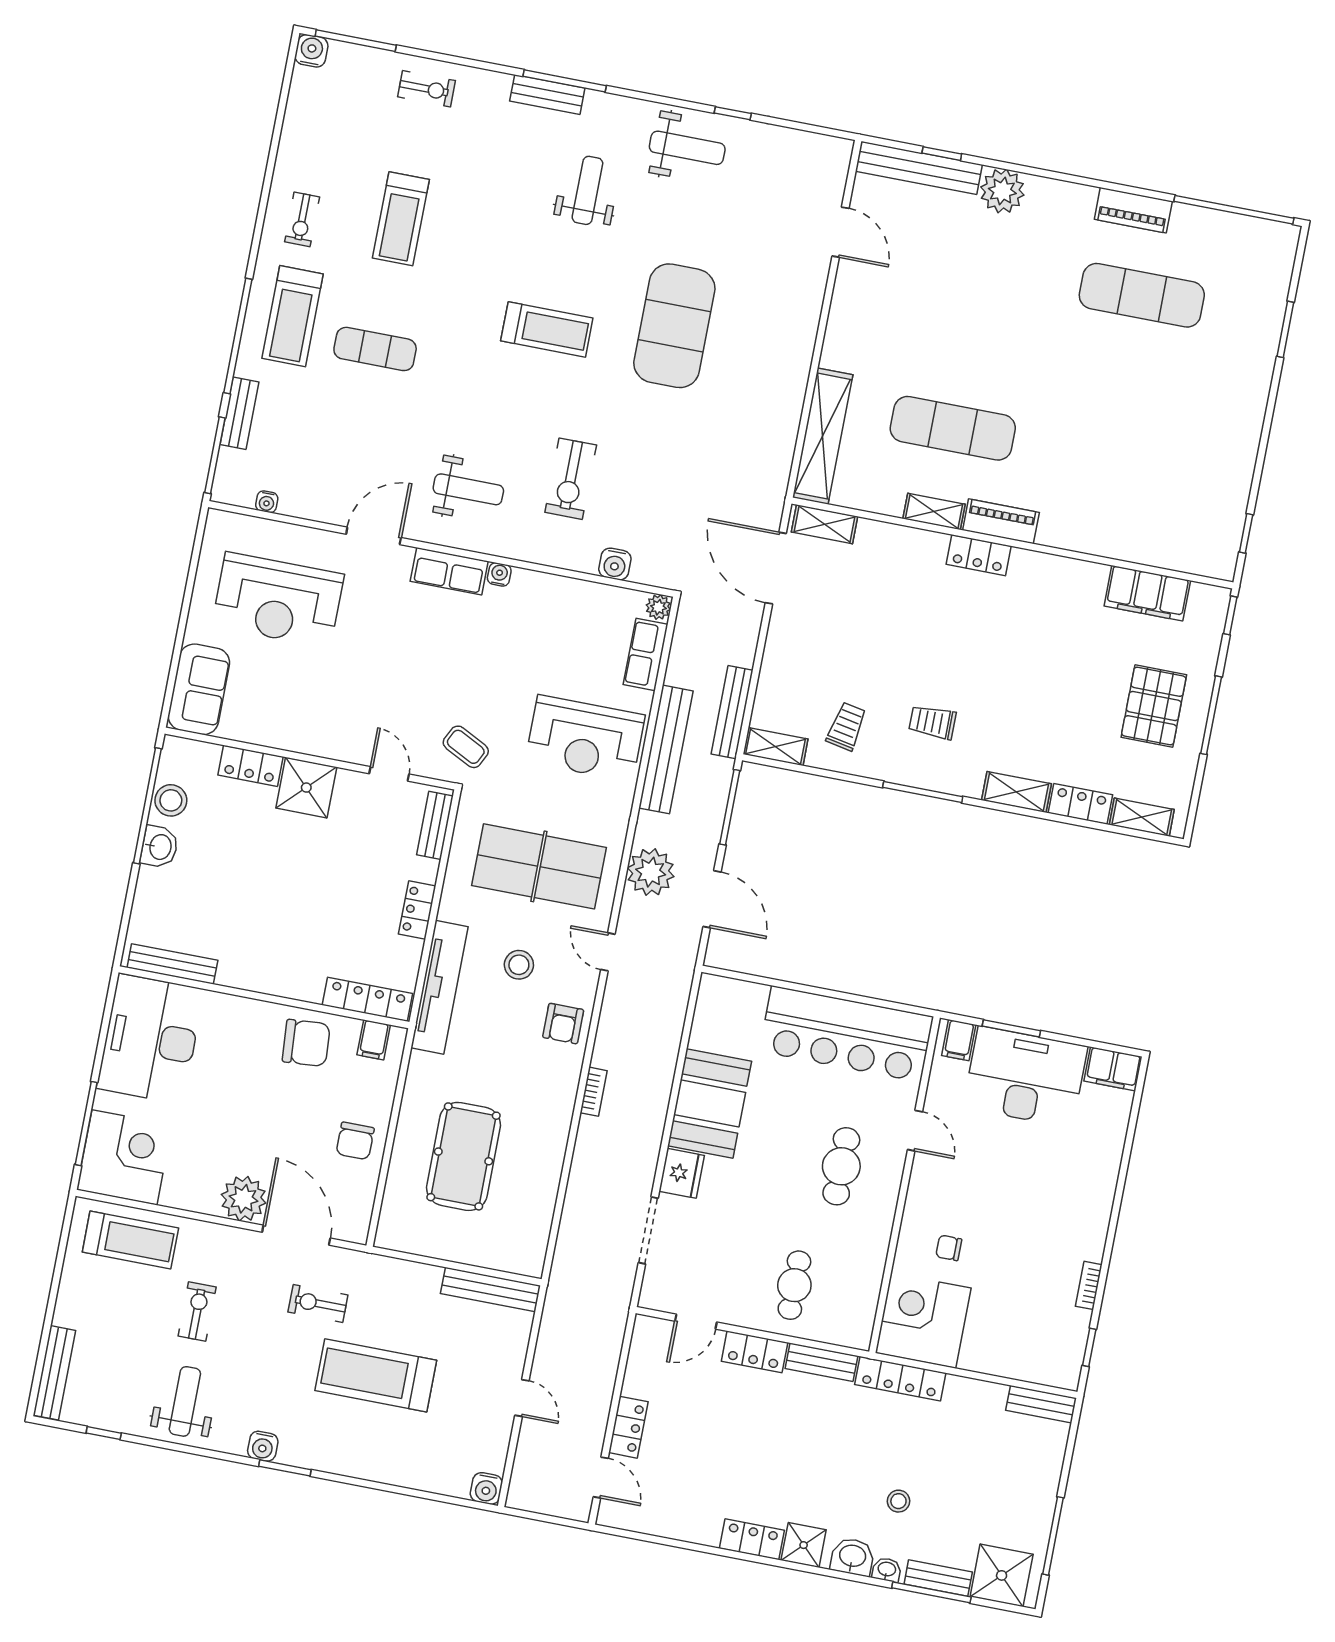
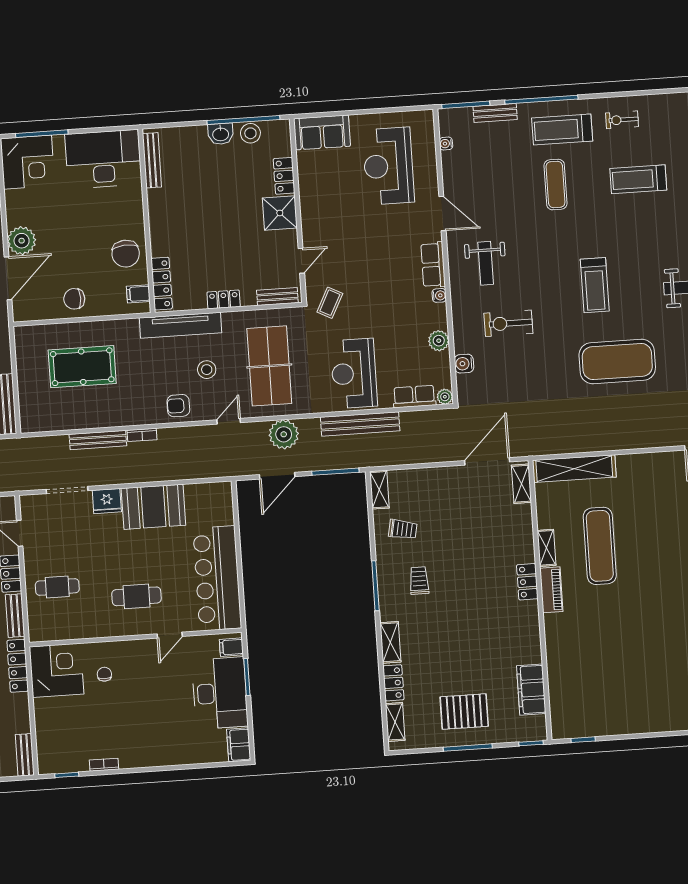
plant: (569, 594) -> (439, 341), added
bench: (732, 712) -> (98, 440), moved

